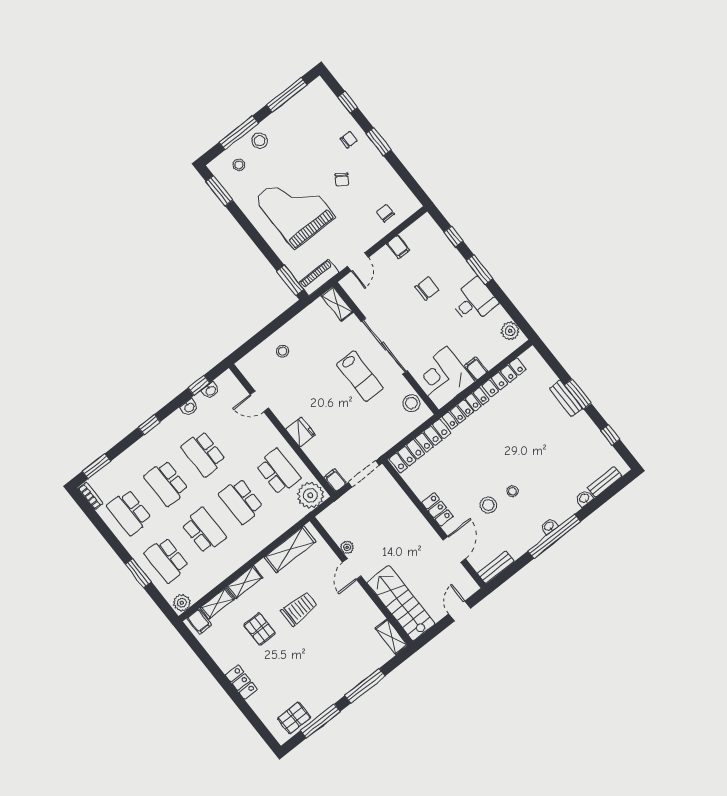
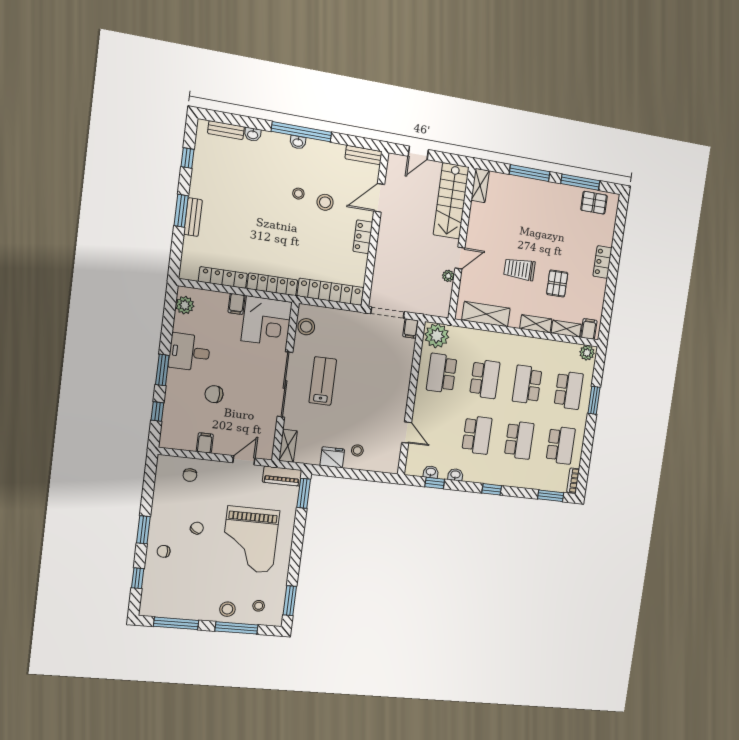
fridge: (301, 432) -> (332, 457), moved, turned 90

